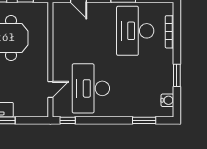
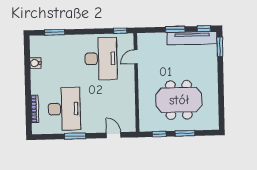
window: (177, 75) -> (27, 72), removed
water cooler: (167, 100) -> (35, 63), moved

